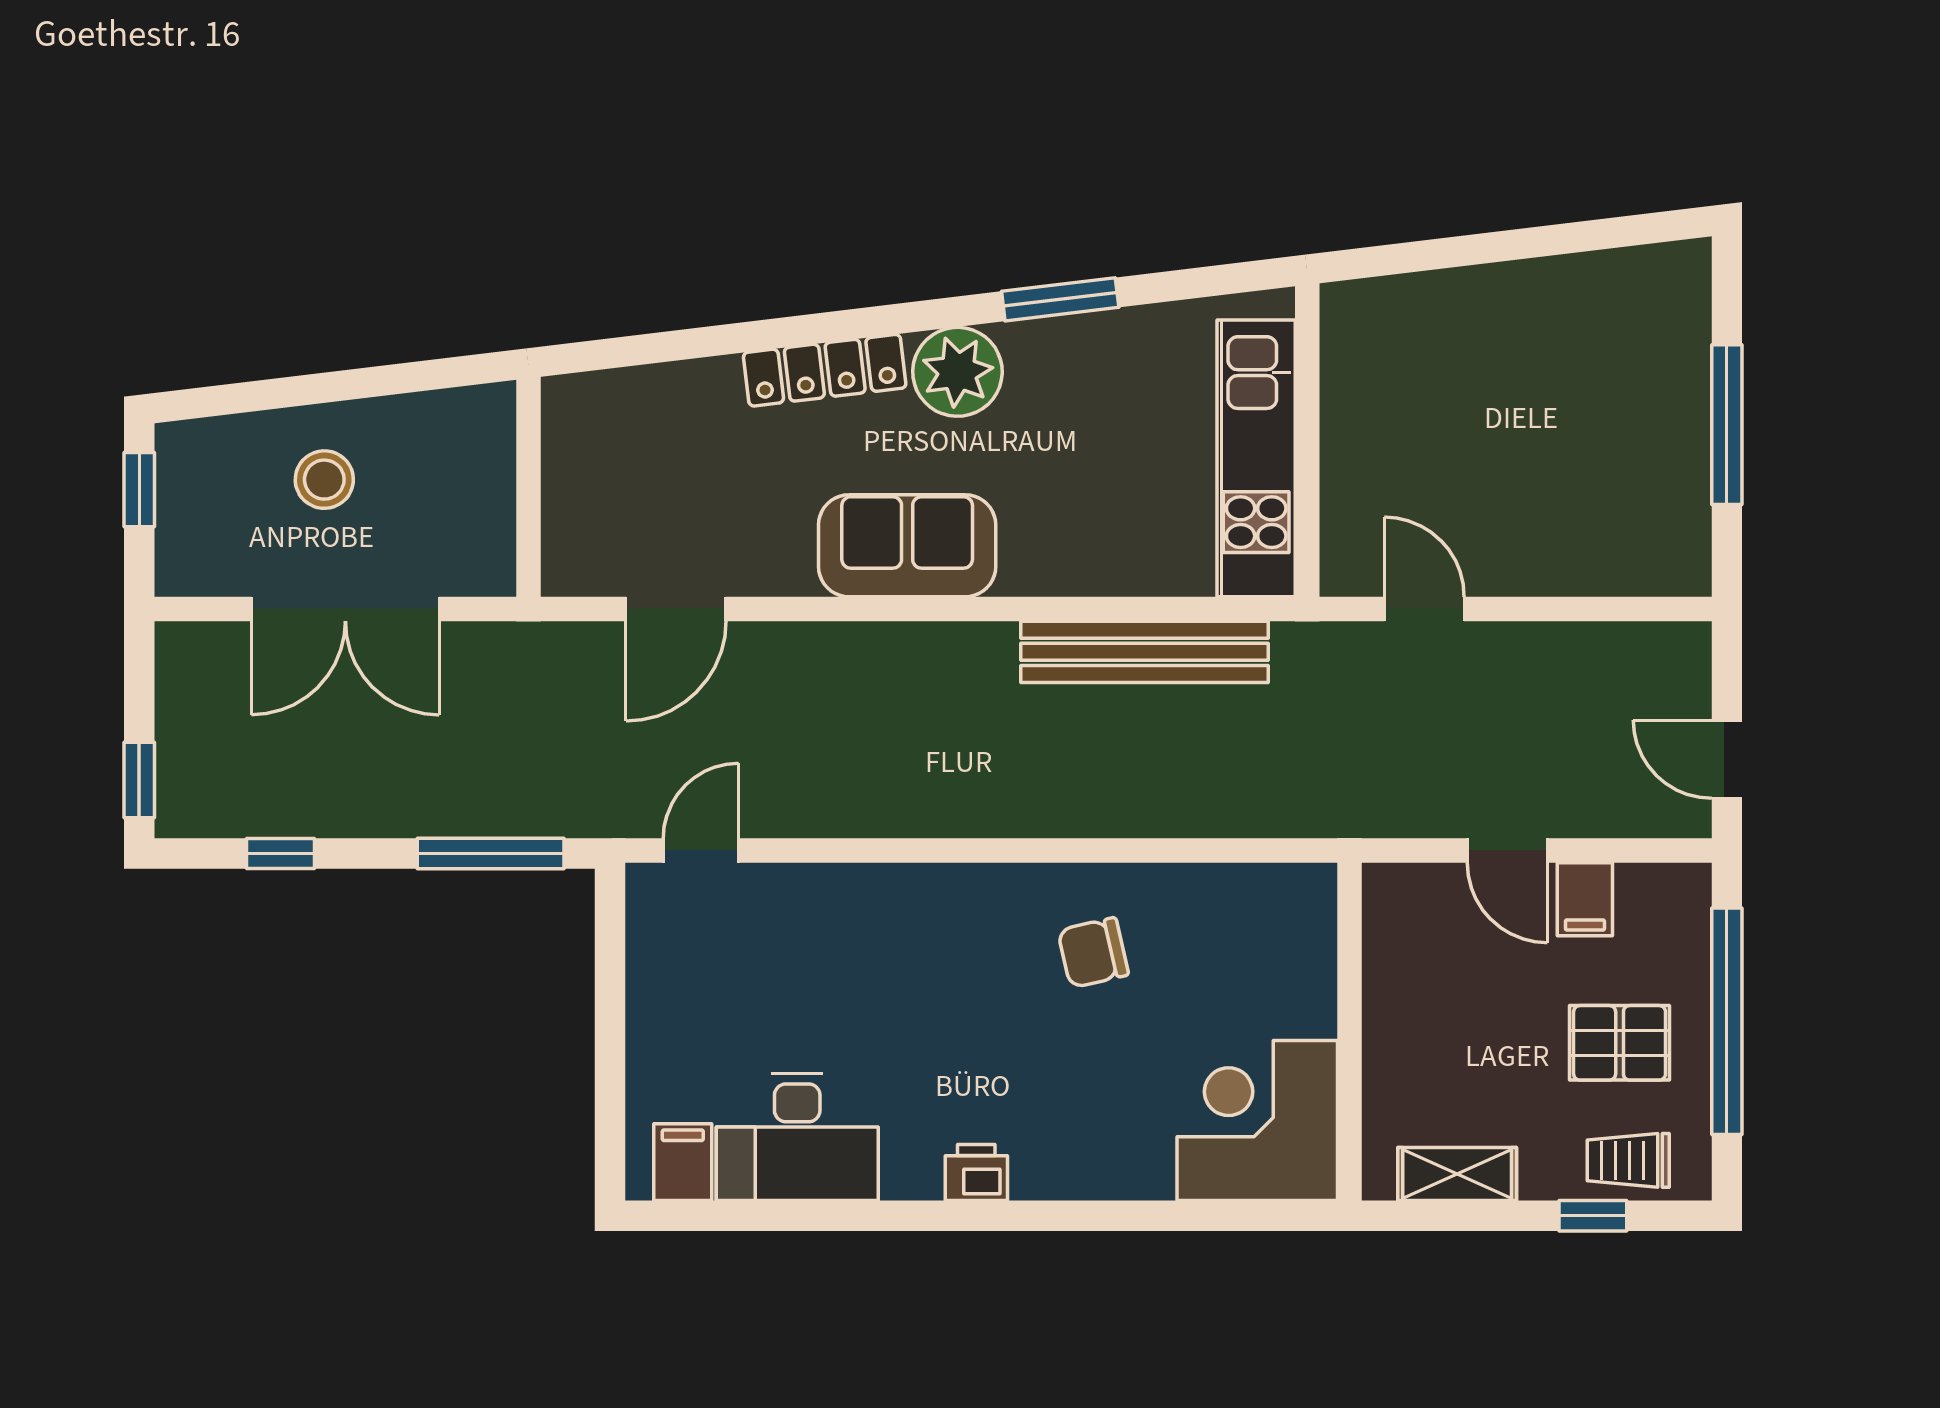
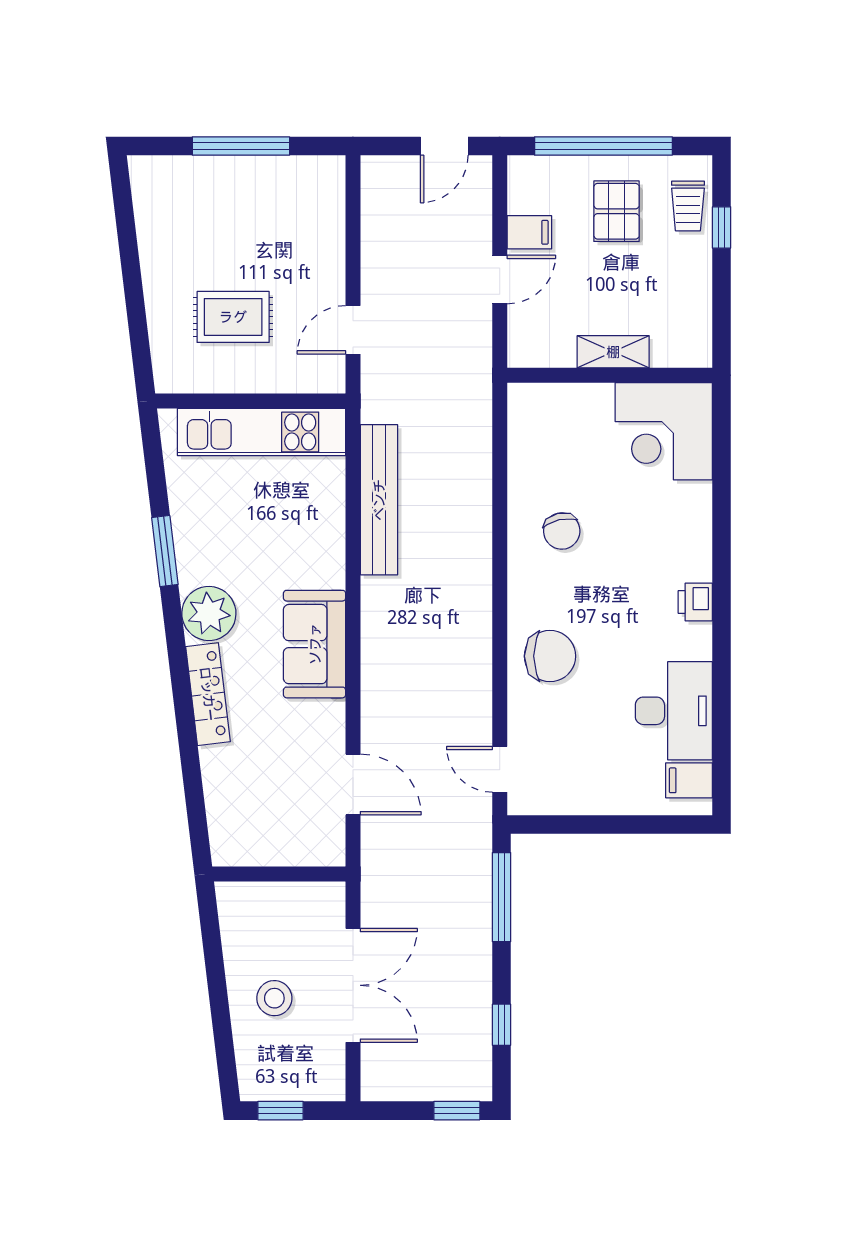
rug: (1446, 412) -> (233, 317), added
chair: (887, 933) -> (550, 656), added
shelving: (1457, 1174) -> (613, 352), moved, turned 90

